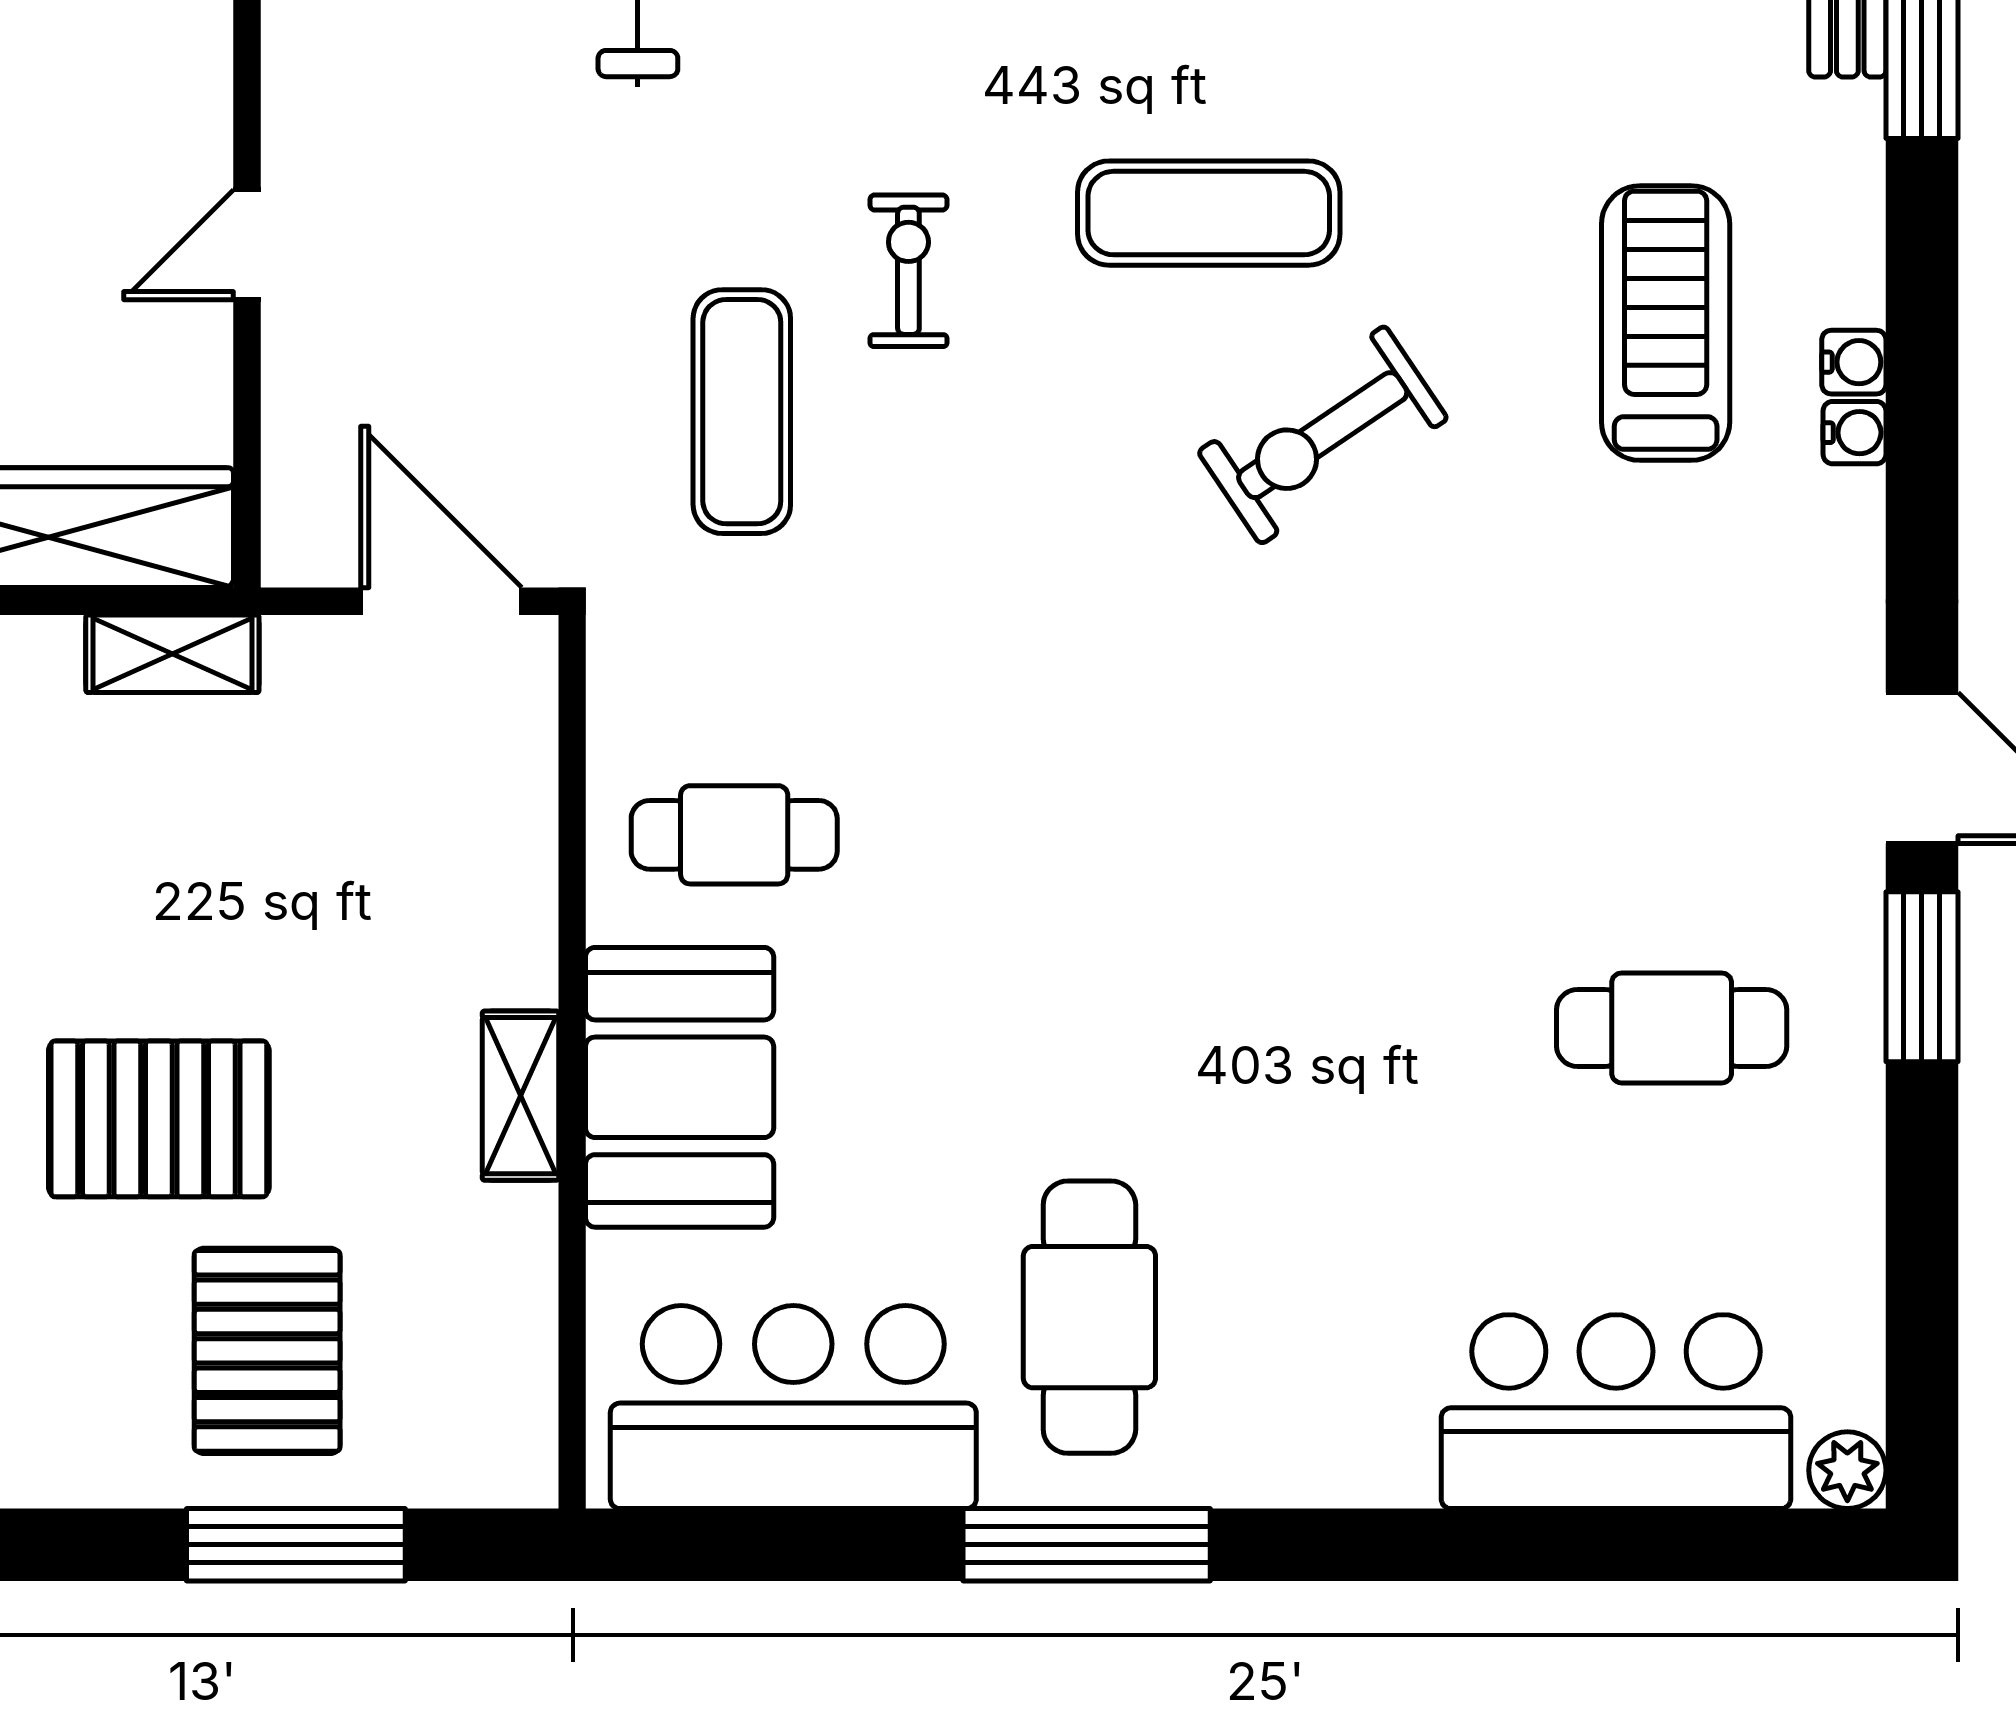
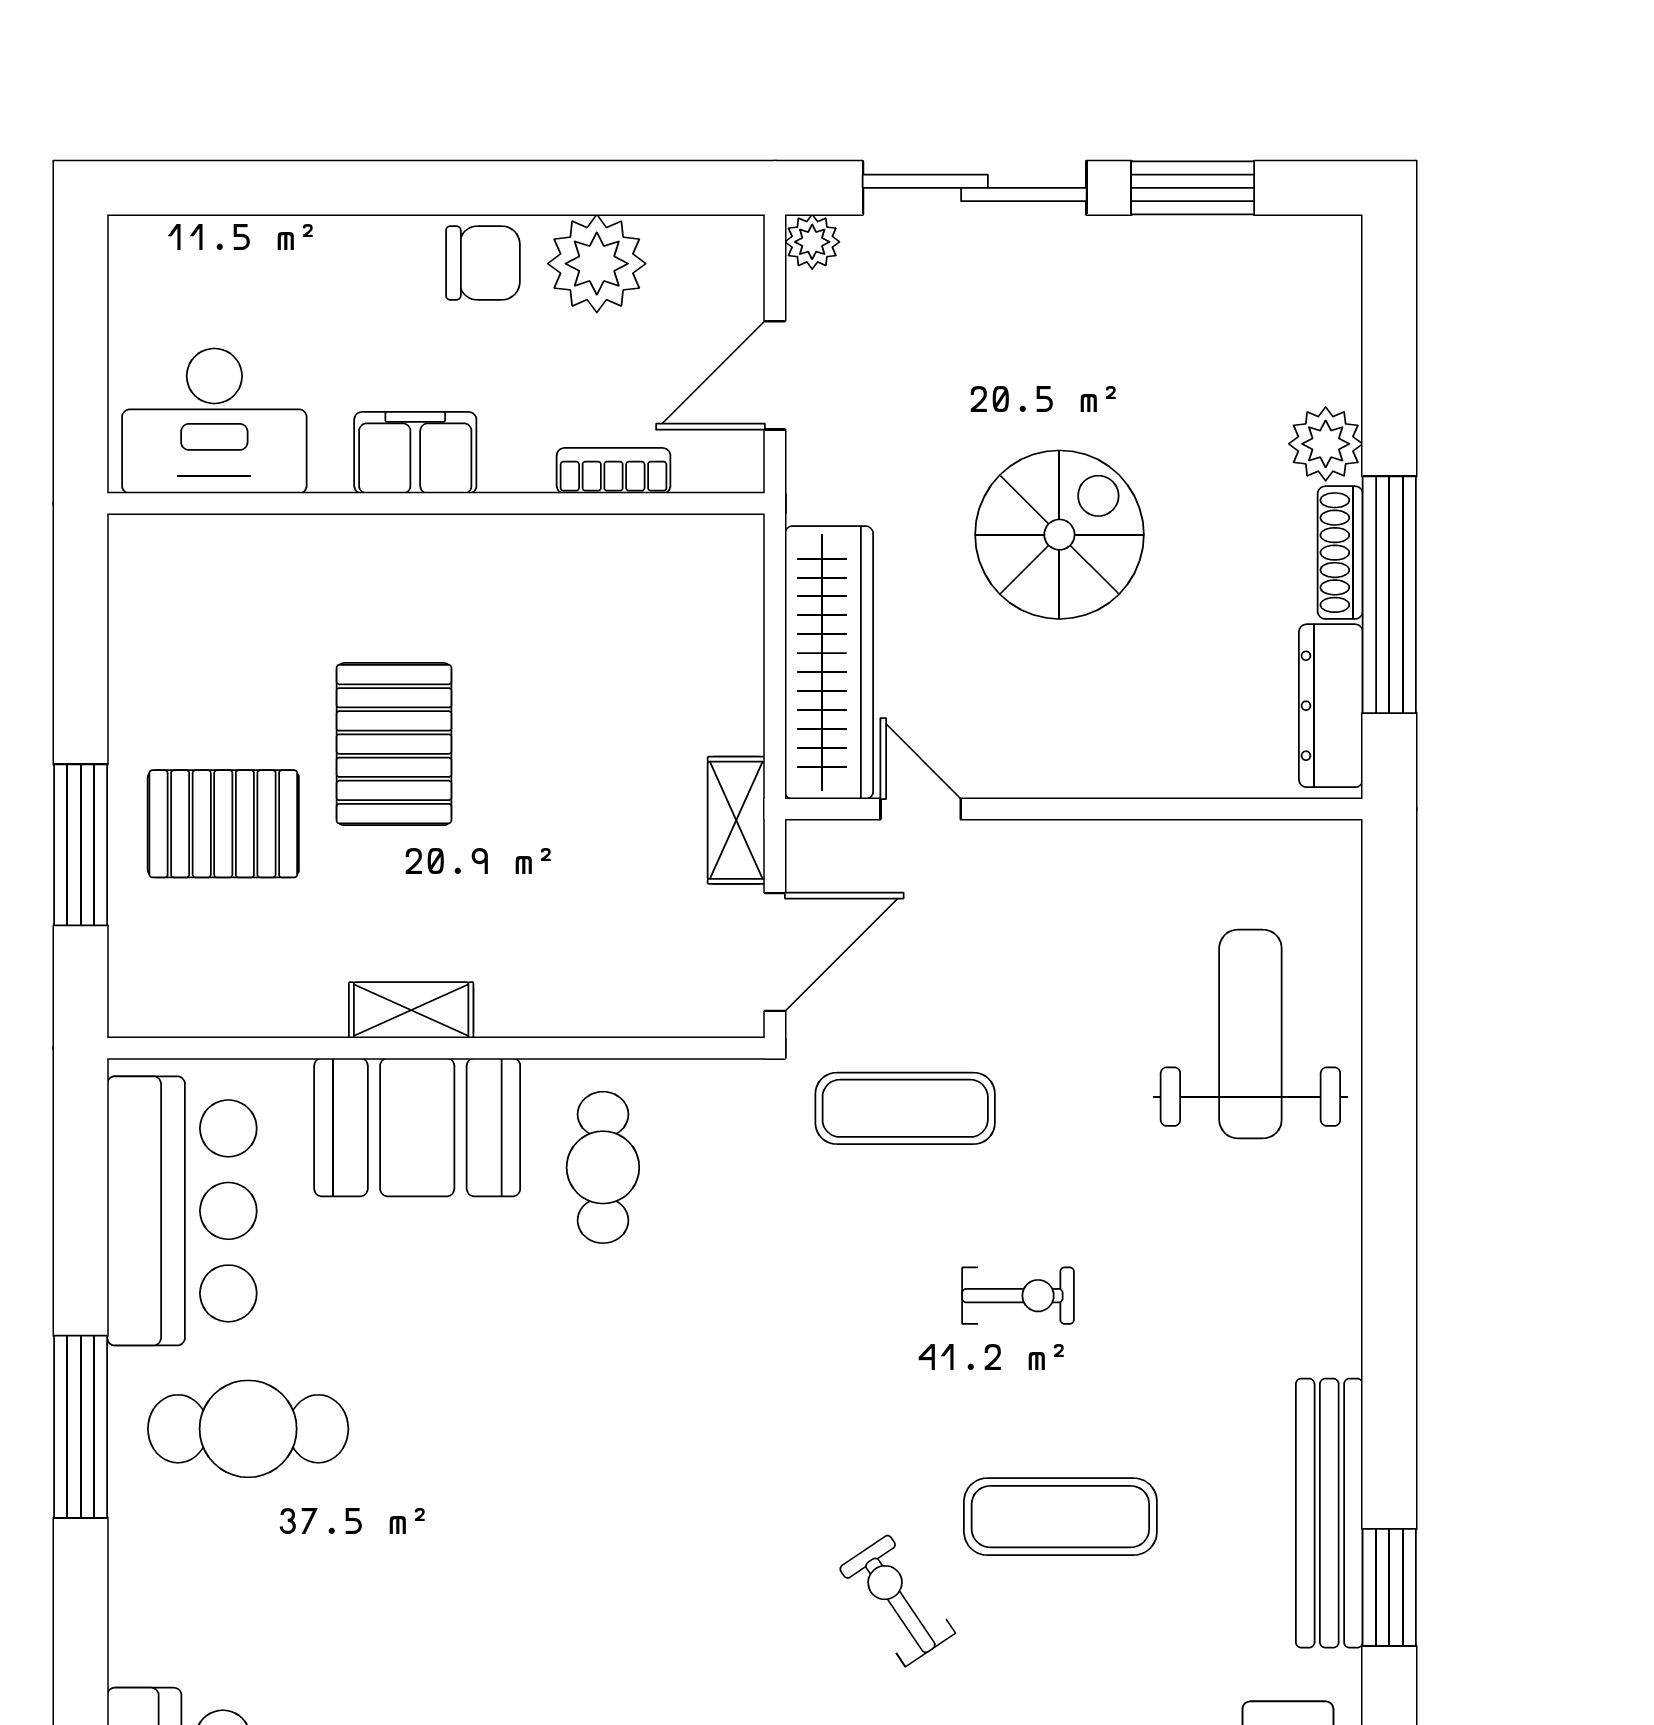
exercise mat: (1209, 213) -> (1060, 1517), turned 90
door: (247, 245) -> (921, 809), moved
exercise mat: (742, 412) -> (905, 1108), moved
exercise bike: (1323, 435) -> (897, 1600), width x0.73, depth x0.72
shelving: (172, 654) -> (736, 820), moved

